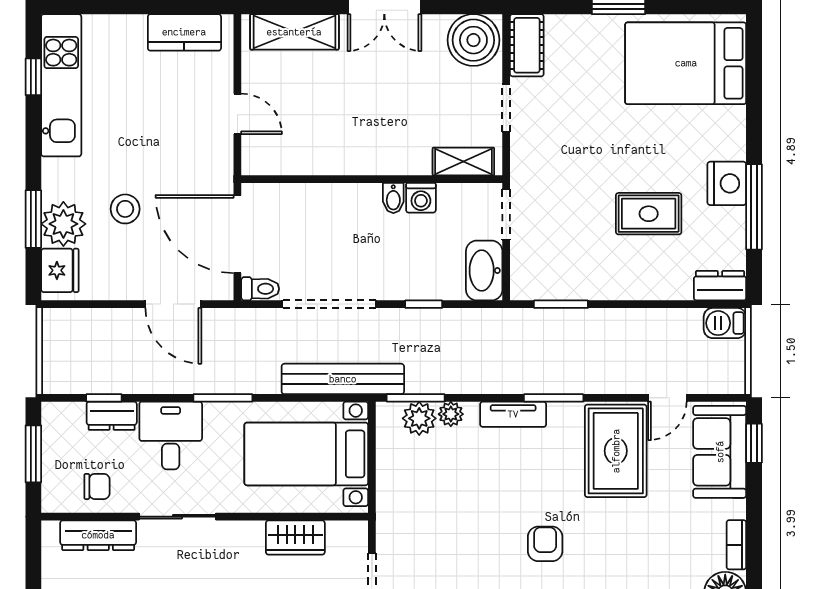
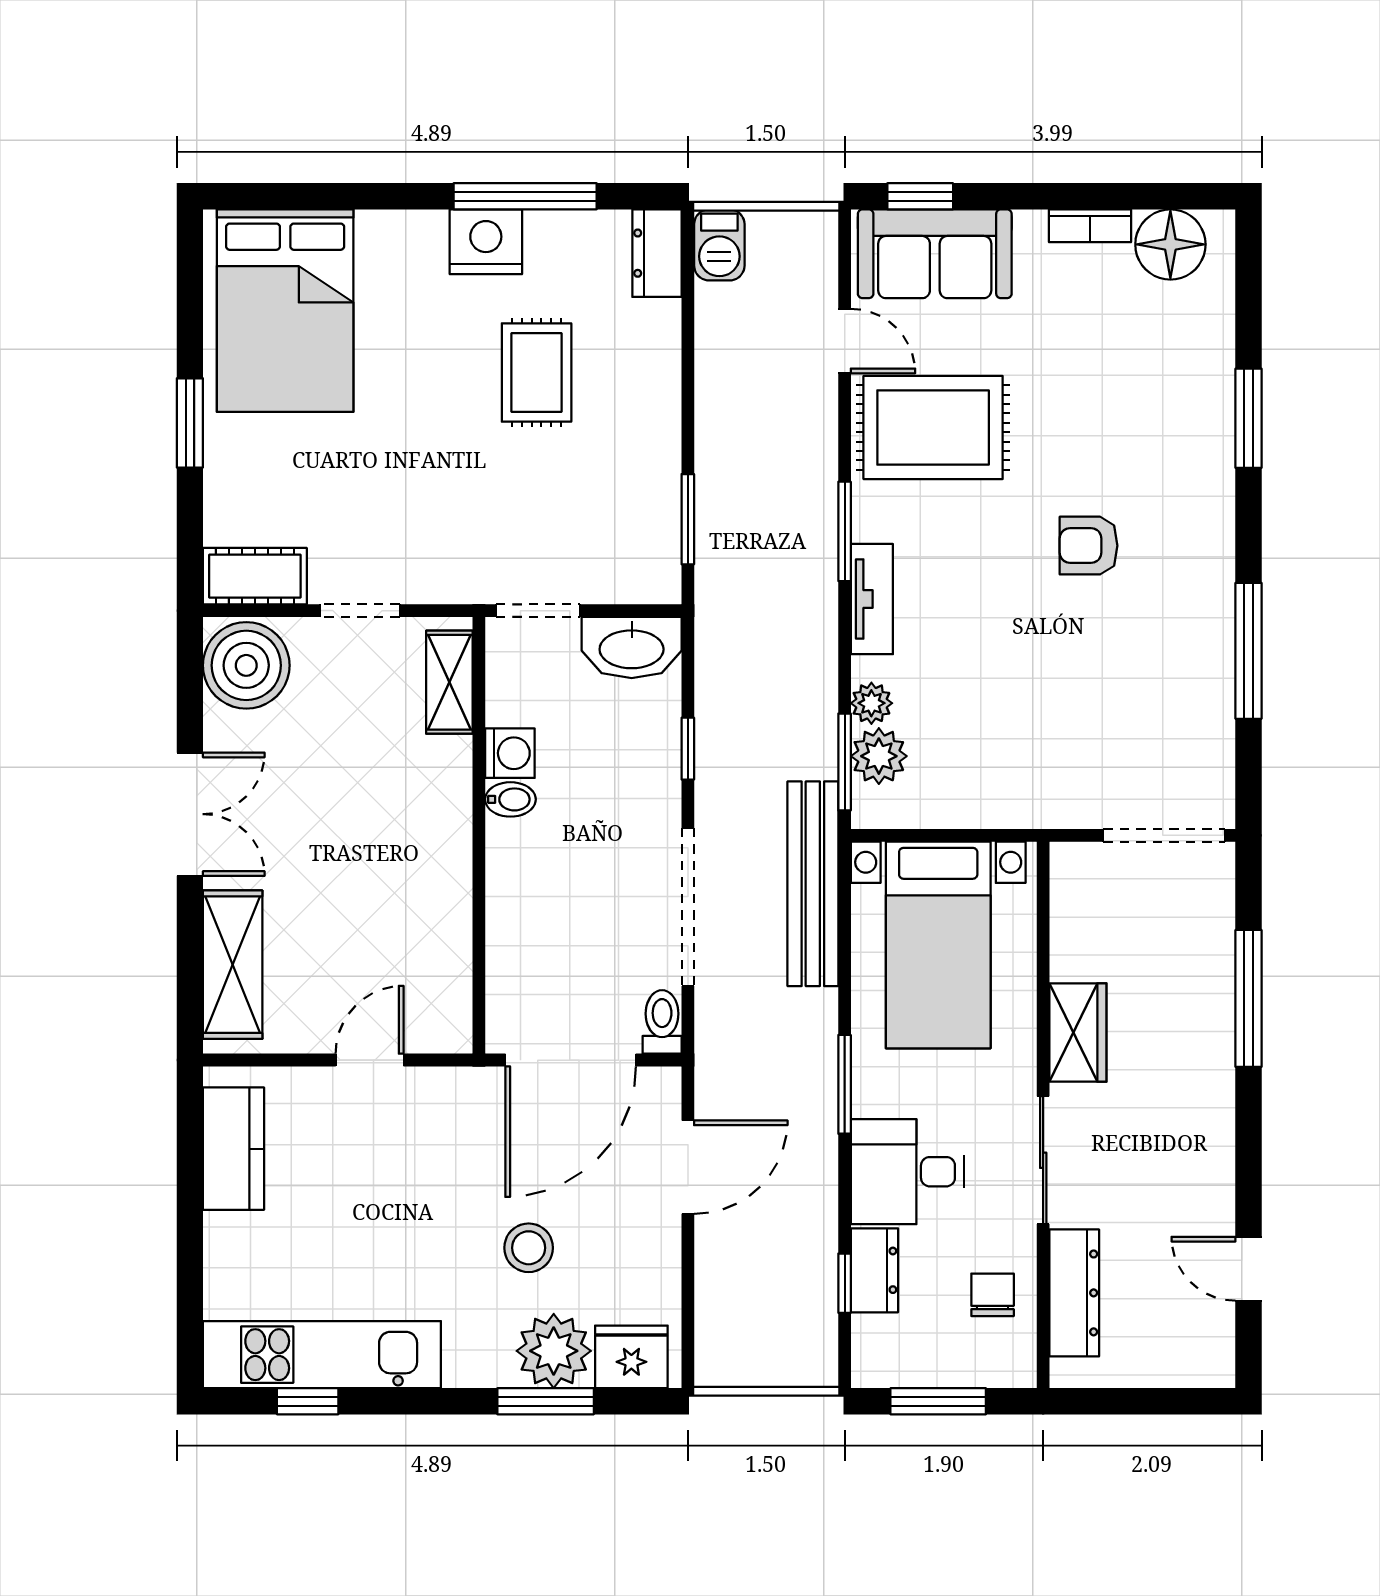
wardrobe: (295, 538) -> (1078, 1032), moved

